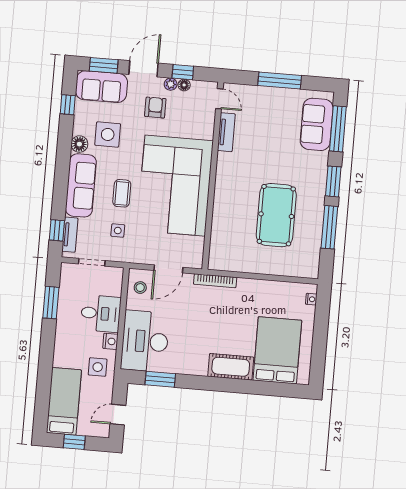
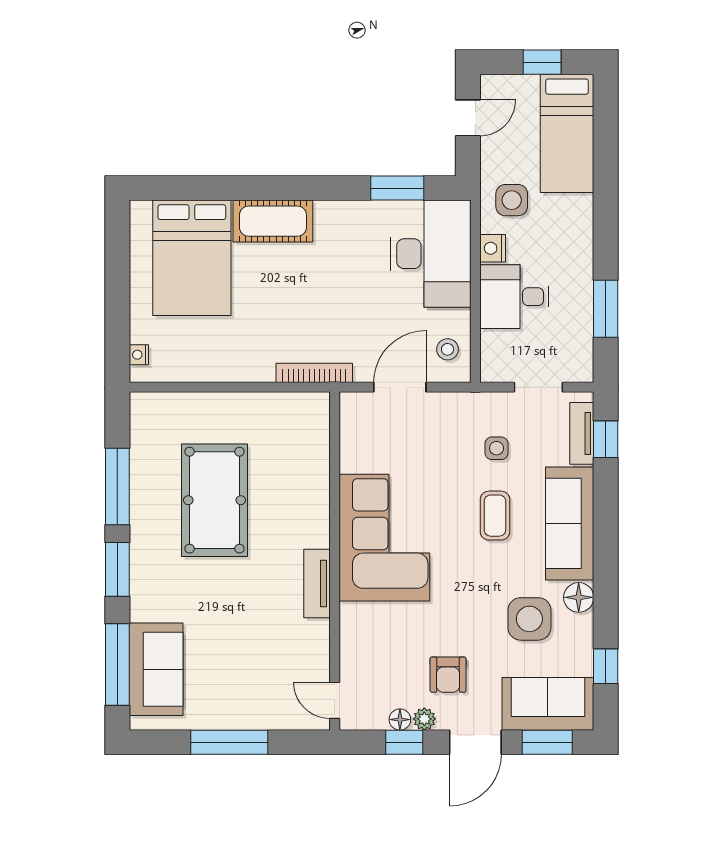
tv unit: (226, 132) -> (317, 584), moved
corner sofa: (175, 186) -> (384, 538), width x0.73, depth x0.74

